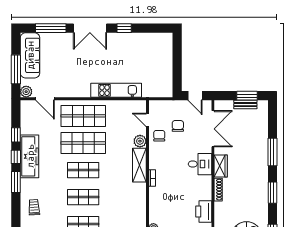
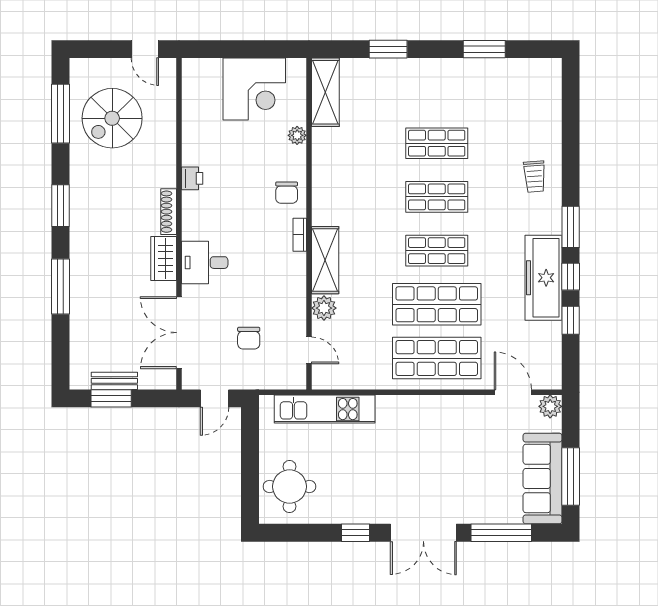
double door: (90, 28) -> (423, 533), swing flipped
round table: (157, 51) -> (289, 487), added
window: (16, 69) -> (571, 476), moved
kitchen unit: (116, 90) -> (325, 409), moved
door: (195, 96) -> (215, 398), swing flipped
chair: (159, 136) -> (287, 193), moved
printer: (204, 211) -> (192, 178), width x0.53, depth x0.68

